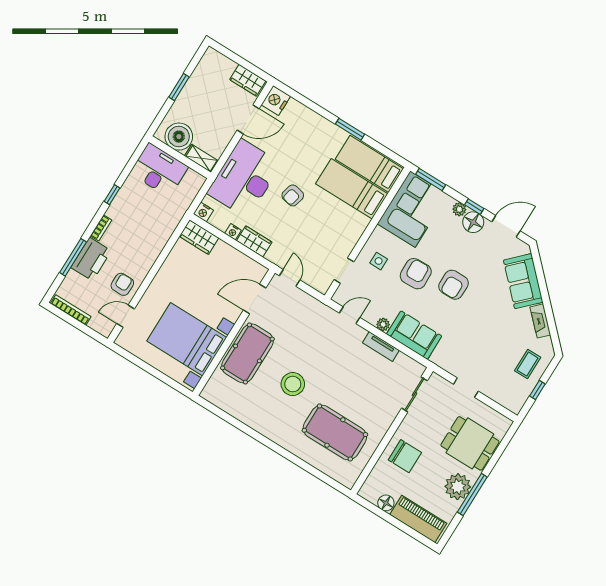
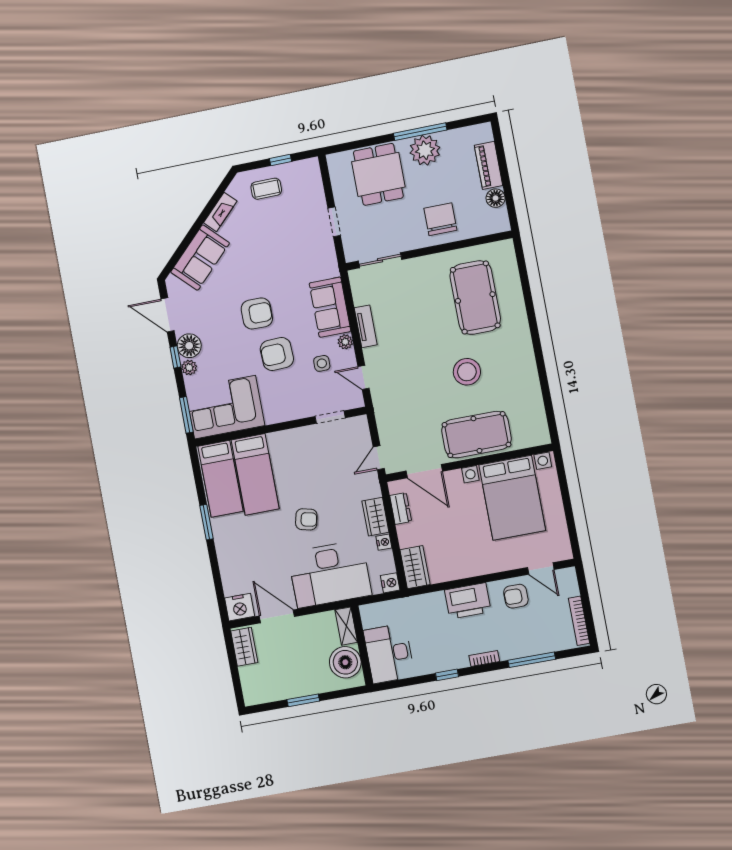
printer: (91, 259) -> (468, 601), moved, turned 180
side table: (379, 261) -> (322, 363), moved
dresser: (245, 262) -> (401, 508), added
piano: (418, 519) -> (489, 165), width x0.73, depth x0.75

